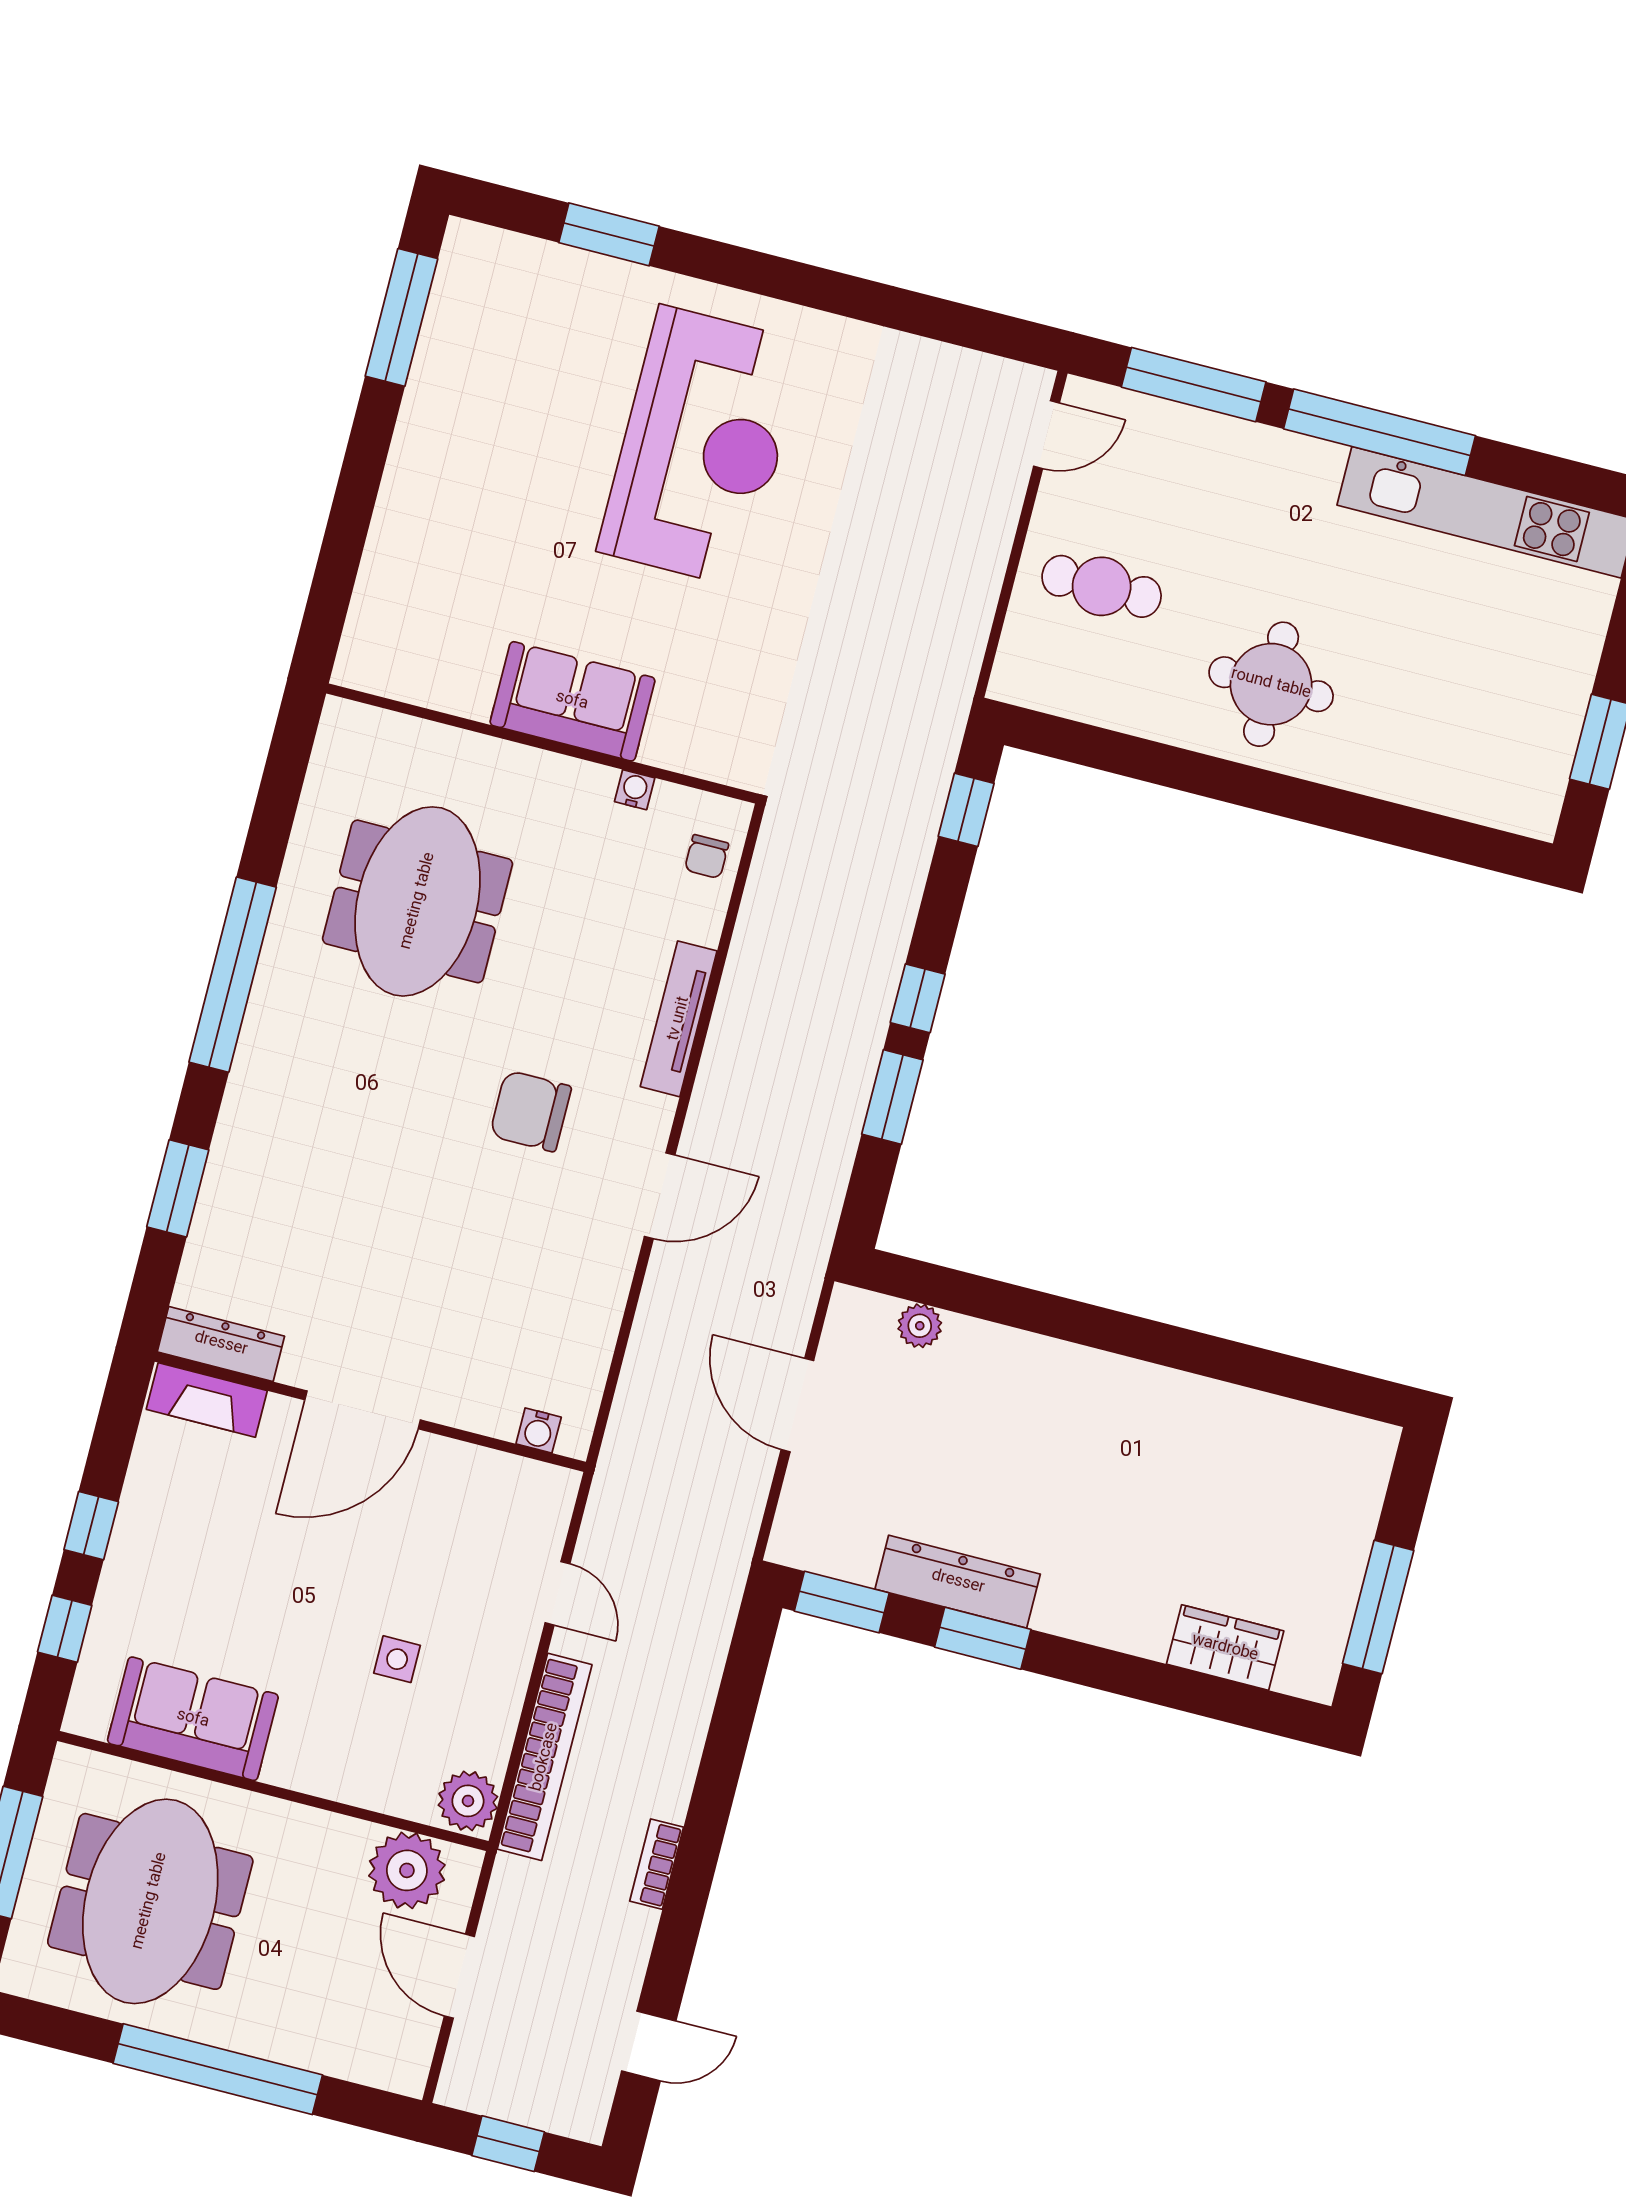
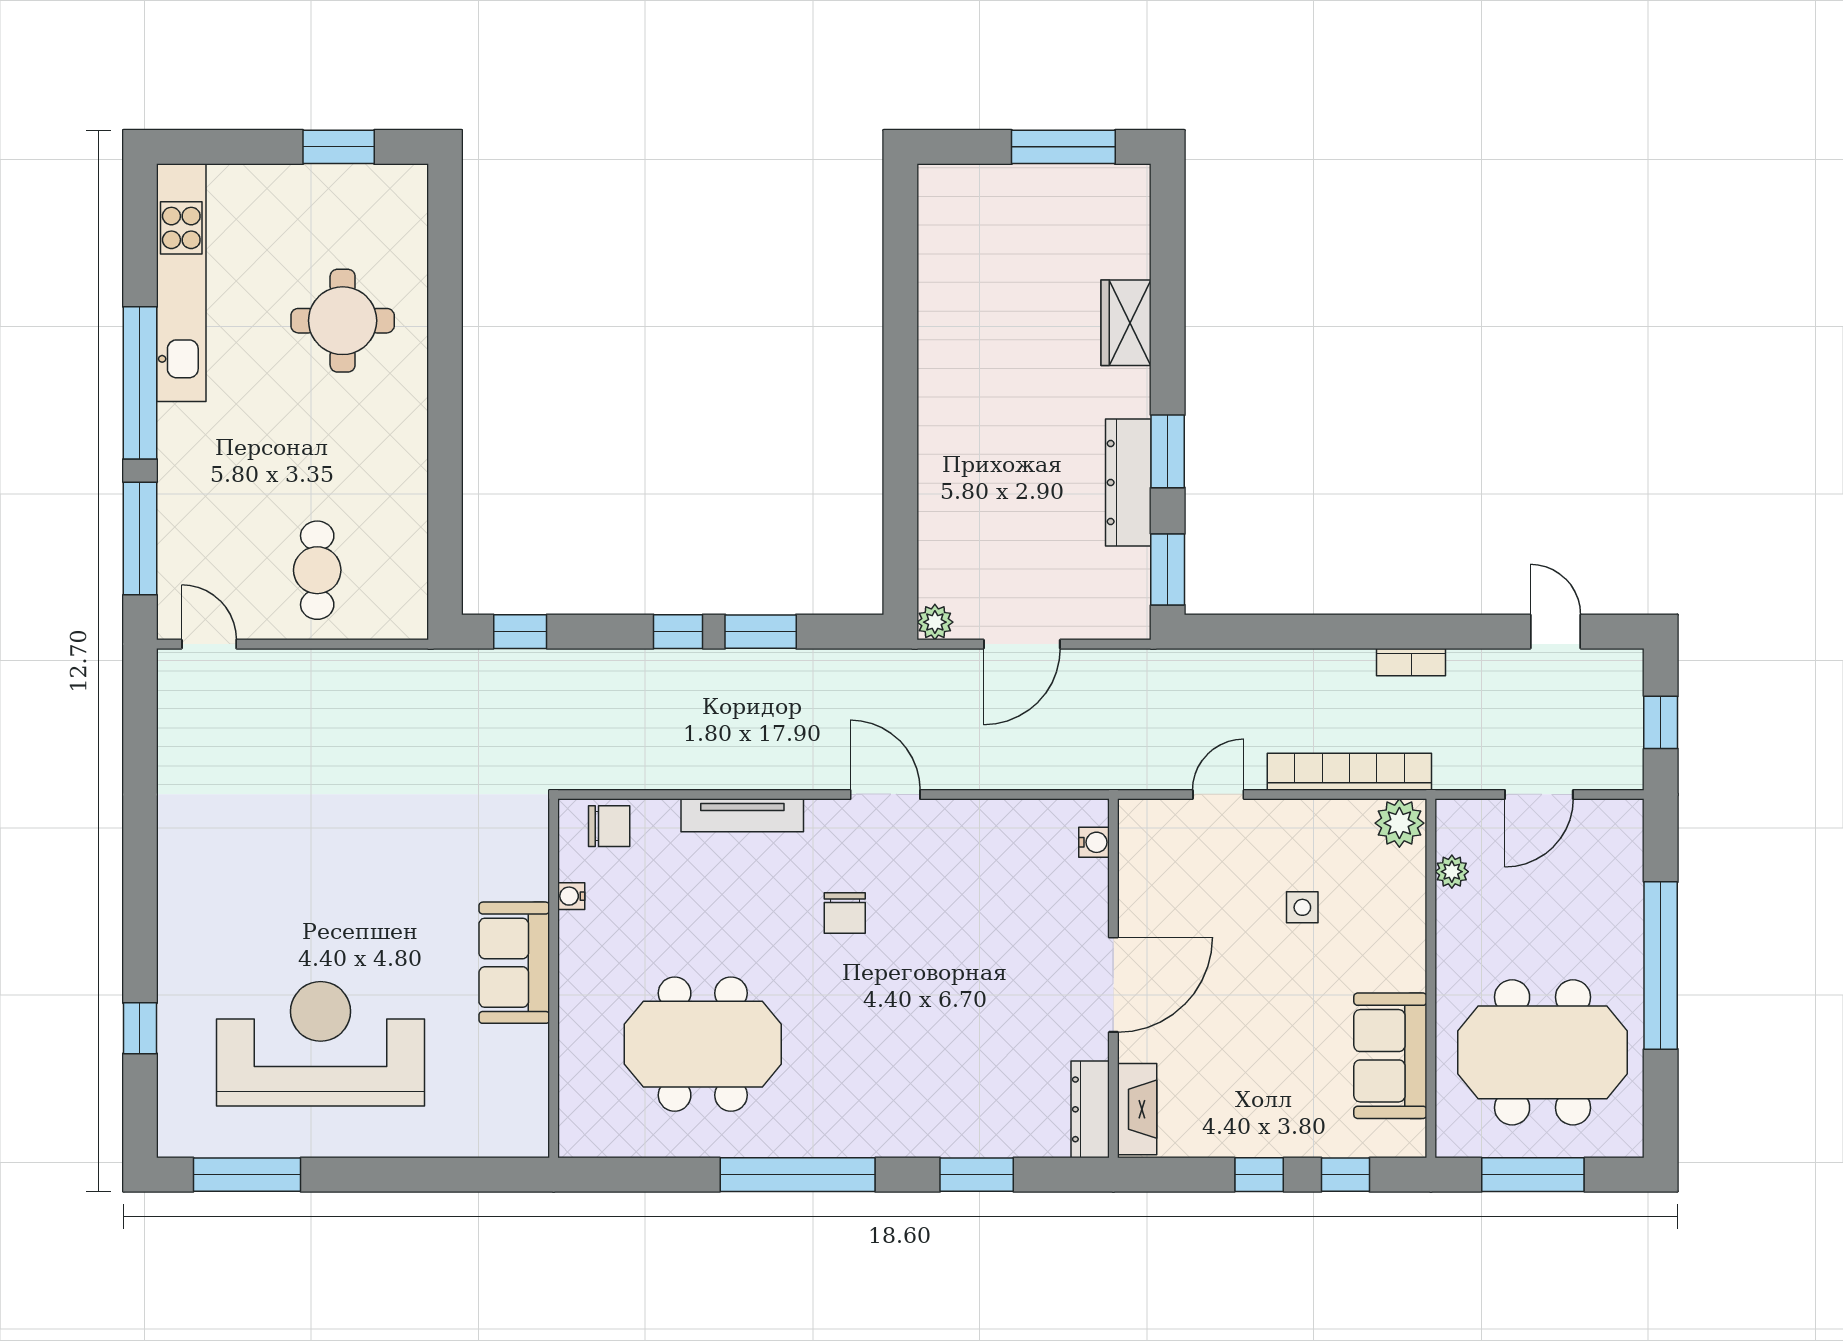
window: (609, 234) -> (140, 1028), width x0.67
reception desk: (702, 447) -> (321, 1044), moved
round table: (1271, 684) -> (343, 321), moved
chair: (707, 857) -> (609, 826), width x1.37, depth x1.37
chair: (531, 1111) -> (845, 913), width x0.73, depth x0.73
plant: (920, 1326) -> (935, 622), moved
door: (363, 1410) -> (1113, 985), hinge flipped
wardrobe: (1225, 1648) -> (1126, 323), moved
plant: (407, 1870) -> (1452, 872), width x0.53, depth x0.53

